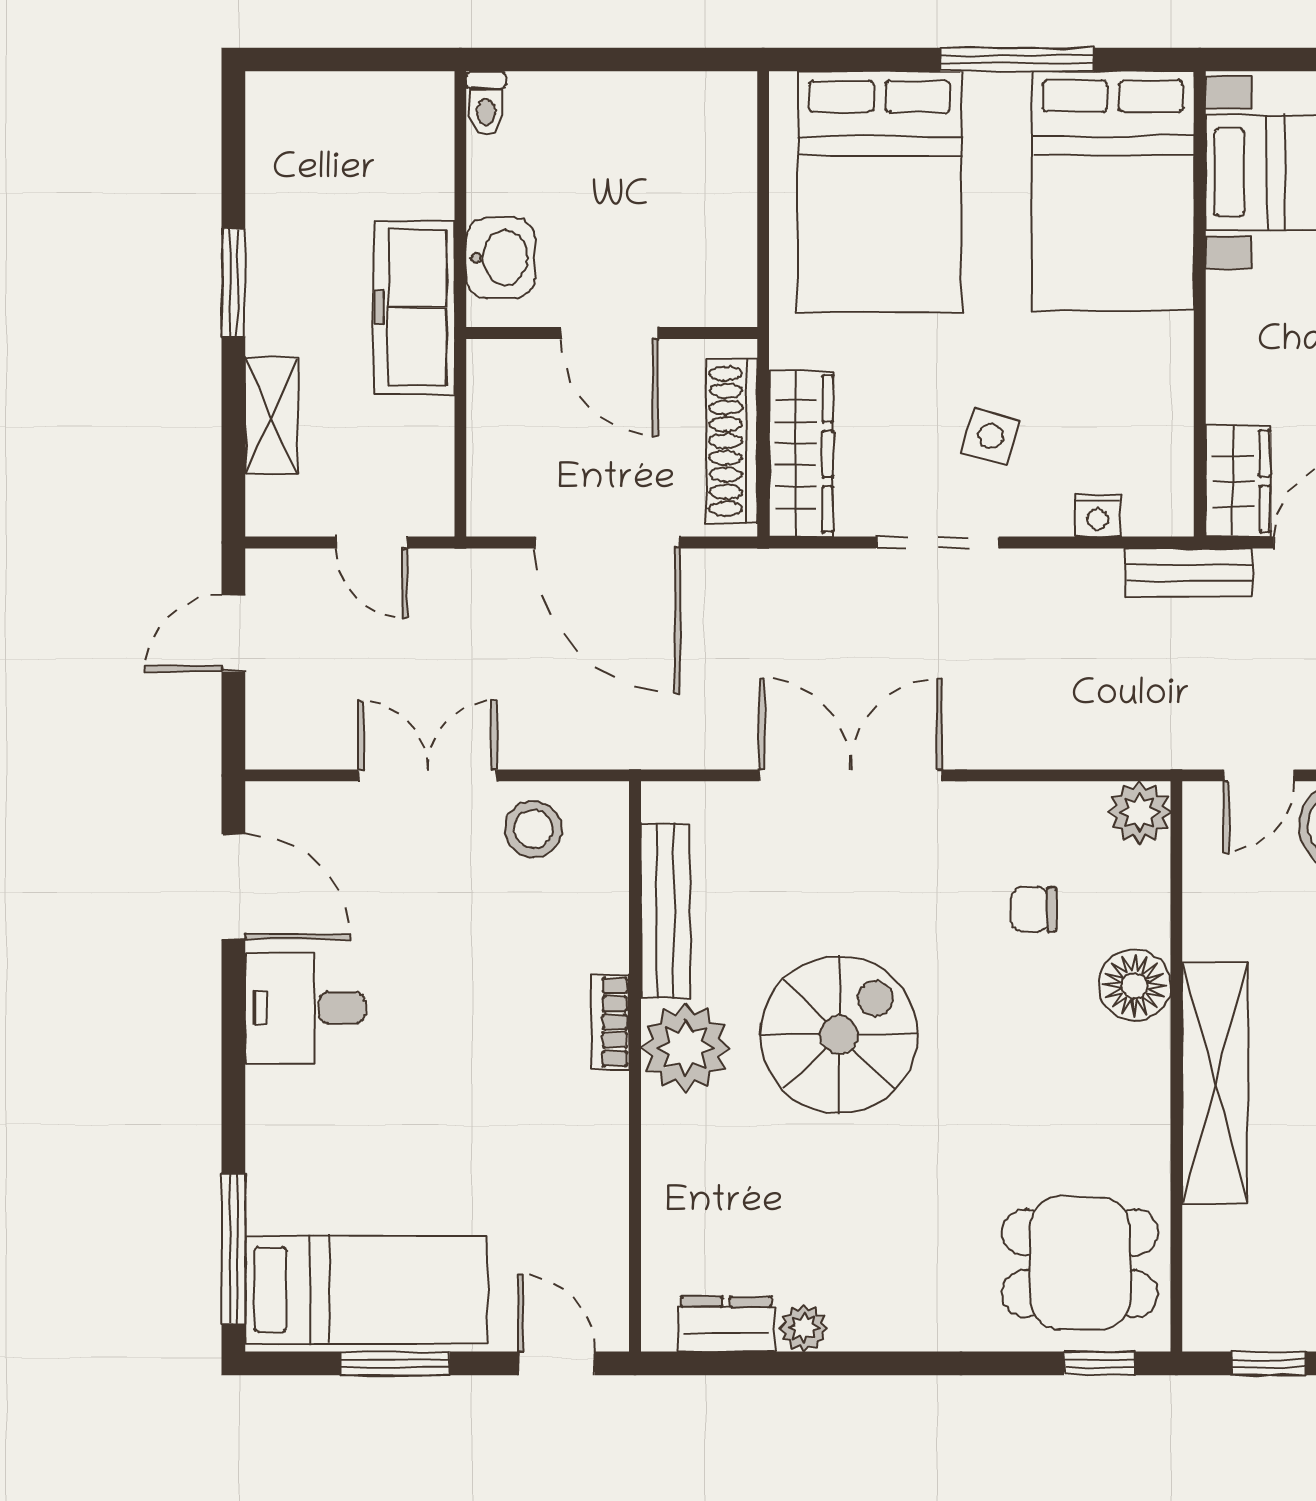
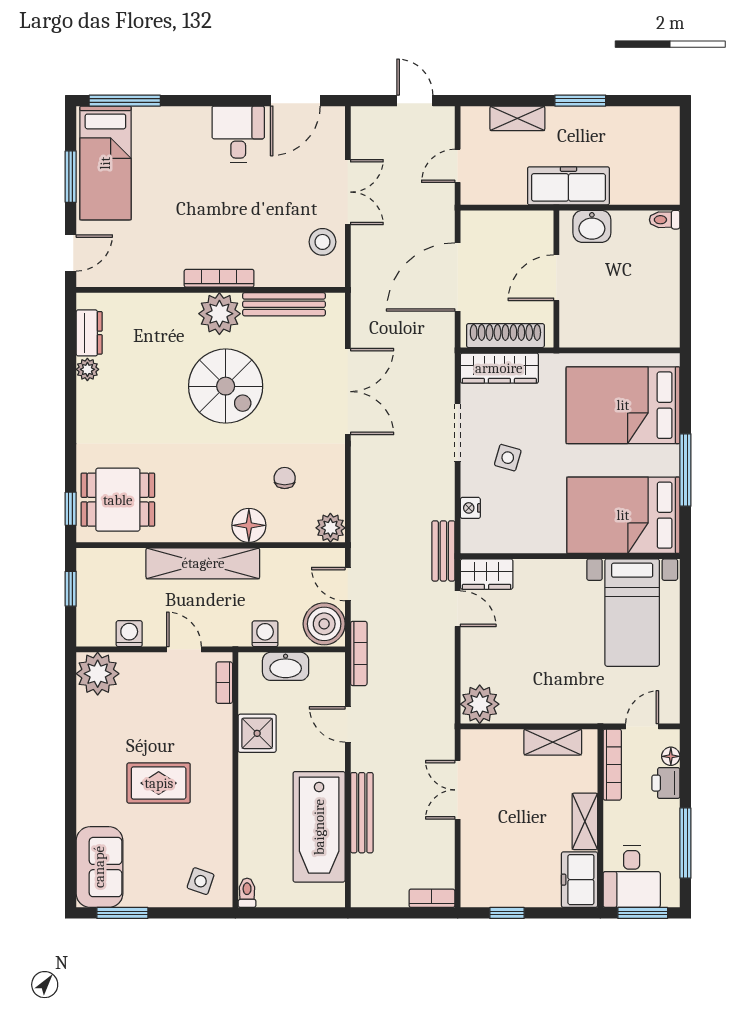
bookcase: (610, 1022) -> (219, 278), width x1.56
dining table: (1080, 1263) -> (118, 500), turned 90

